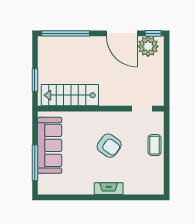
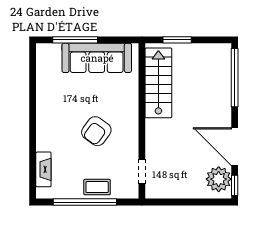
door: (122, 33) -> (235, 147), hinge flipped
window: (167, 155) -> (85, 202), added
fireplace: (109, 189) -> (43, 169), moved

